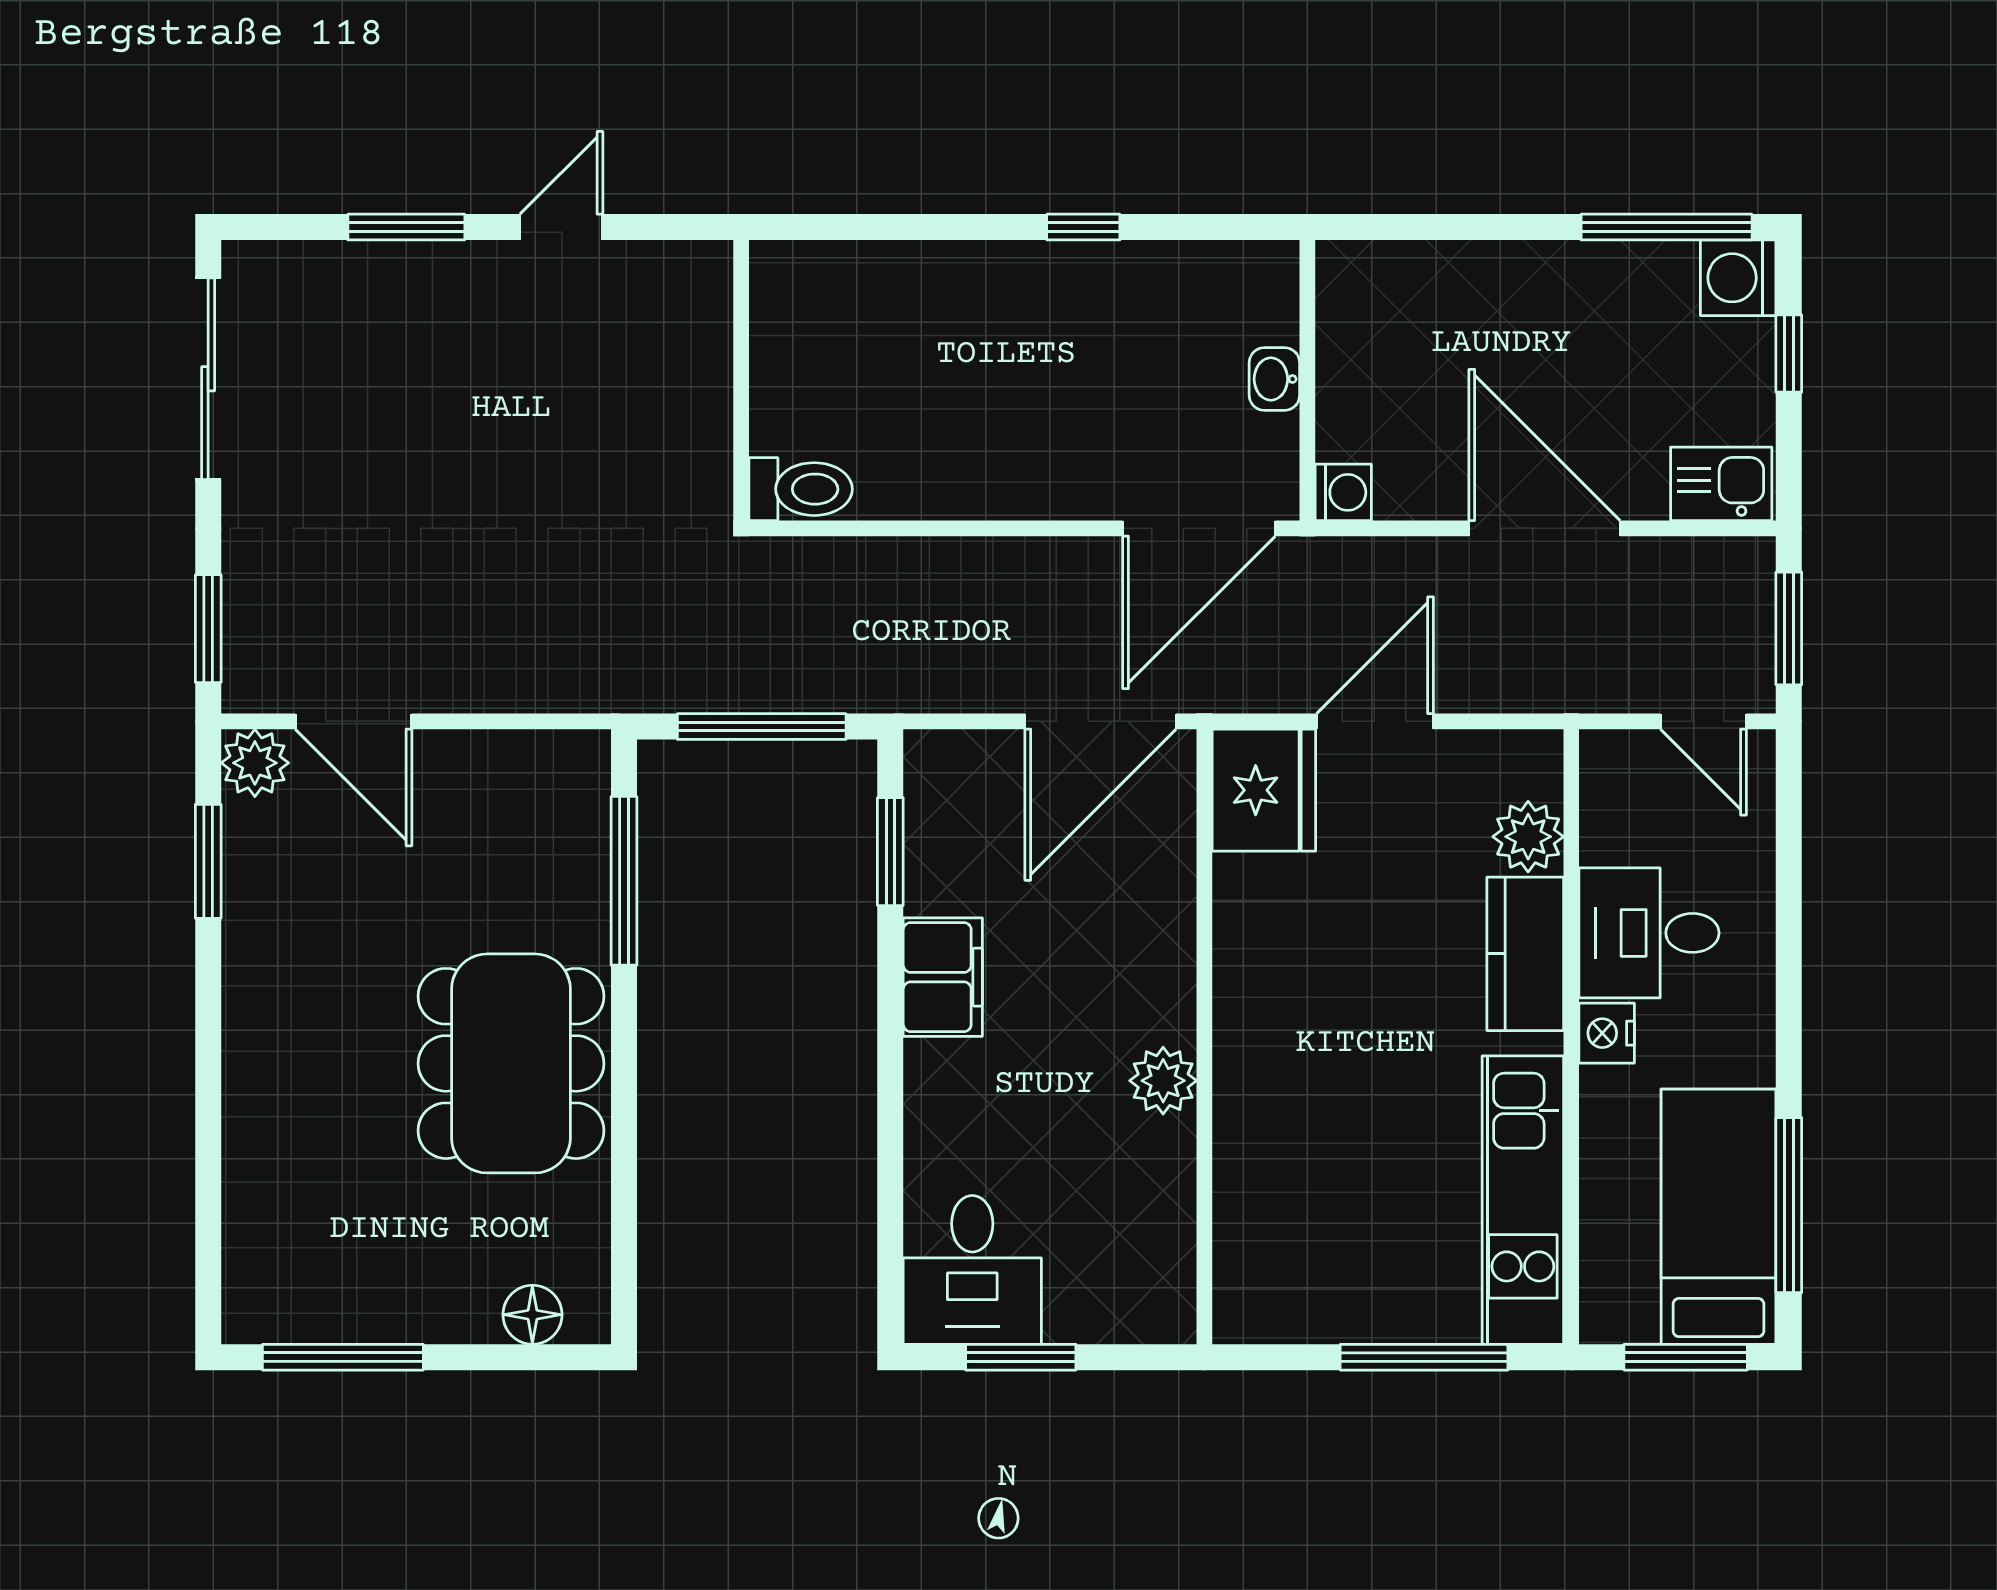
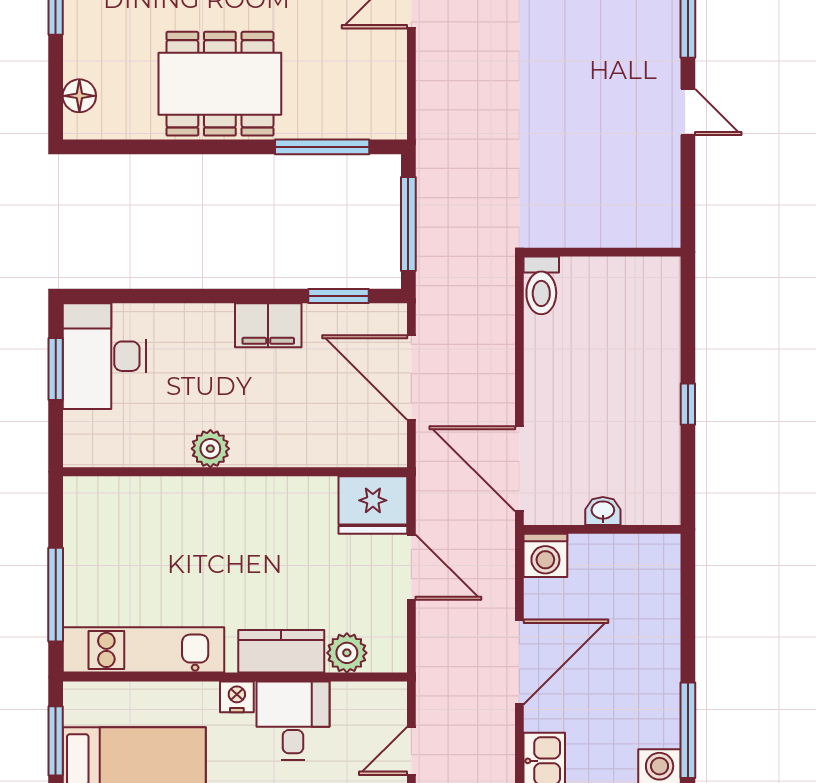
wall: (741, 380) -> (602, 252), moved
toilet: (801, 489) -> (541, 285), moved
washing machine: (1343, 492) -> (545, 555), width x1.38, depth x1.38
door: (1101, 721) -> (411, 378), moved
desk: (972, 1270) -> (104, 356), width x1.37

